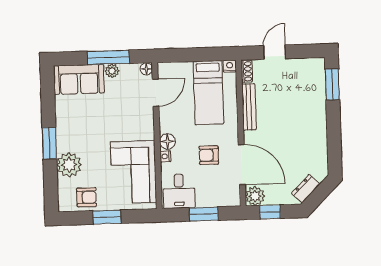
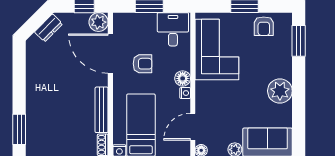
window: (49, 143) -> (299, 41), moved
nightstand: (165, 156) -> (185, 93), moved
plant: (69, 165) -> (280, 91), moved
armchair: (87, 197) -> (264, 26), turned -90

